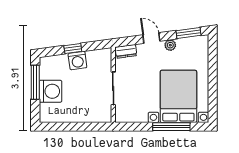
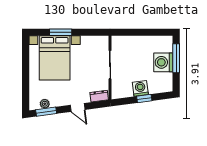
plant: (170, 45) -> (45, 104), moved
window: (35, 82) -> (176, 58), moved
window: (171, 127) -> (61, 32), width x0.69

